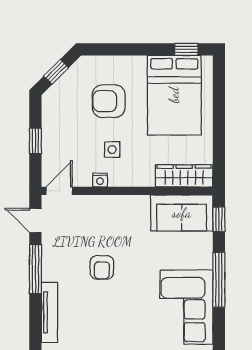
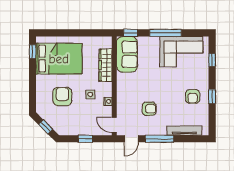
armchair: (109, 101) -> (62, 96), turned 180
wardrobe: (184, 176) -> (106, 65), moved
armchair: (102, 267) -> (149, 109), moved
armchair: (109, 327) -> (193, 96), added

